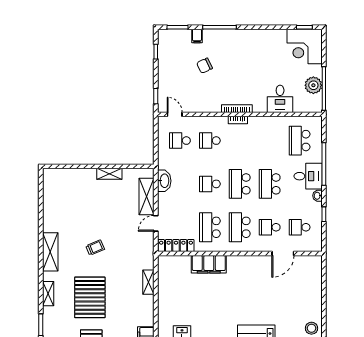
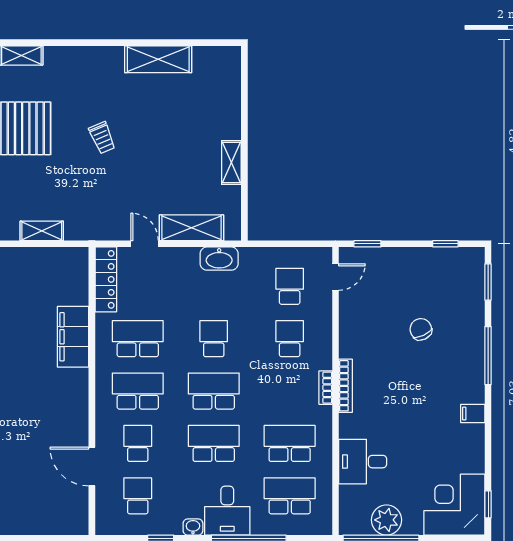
filing cabinet: (197, 36) -> (473, 414), moved
school desk: (270, 141) -> (290, 443), added
shelving: (50, 252) -> (158, 59), moved

